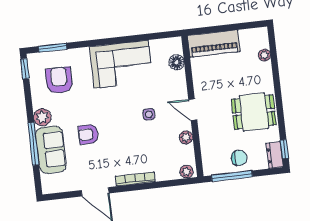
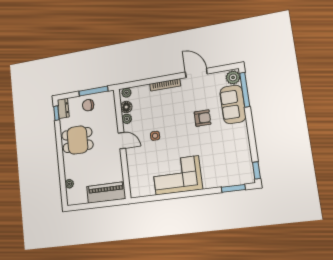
floor lamp: (177, 62) -> (126, 107), moved
armchair: (59, 80) -> (227, 161), removed
plant: (42, 117) -> (233, 77), moved
window: (33, 144) -> (245, 90), moved

